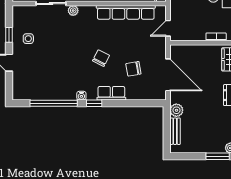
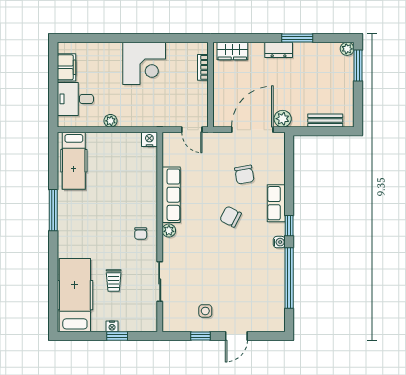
plant: (73, 11) -> (169, 231), moved
row of seats: (126, 12) -> (171, 195), width x0.73
plant: (176, 110) -> (283, 119), moved

